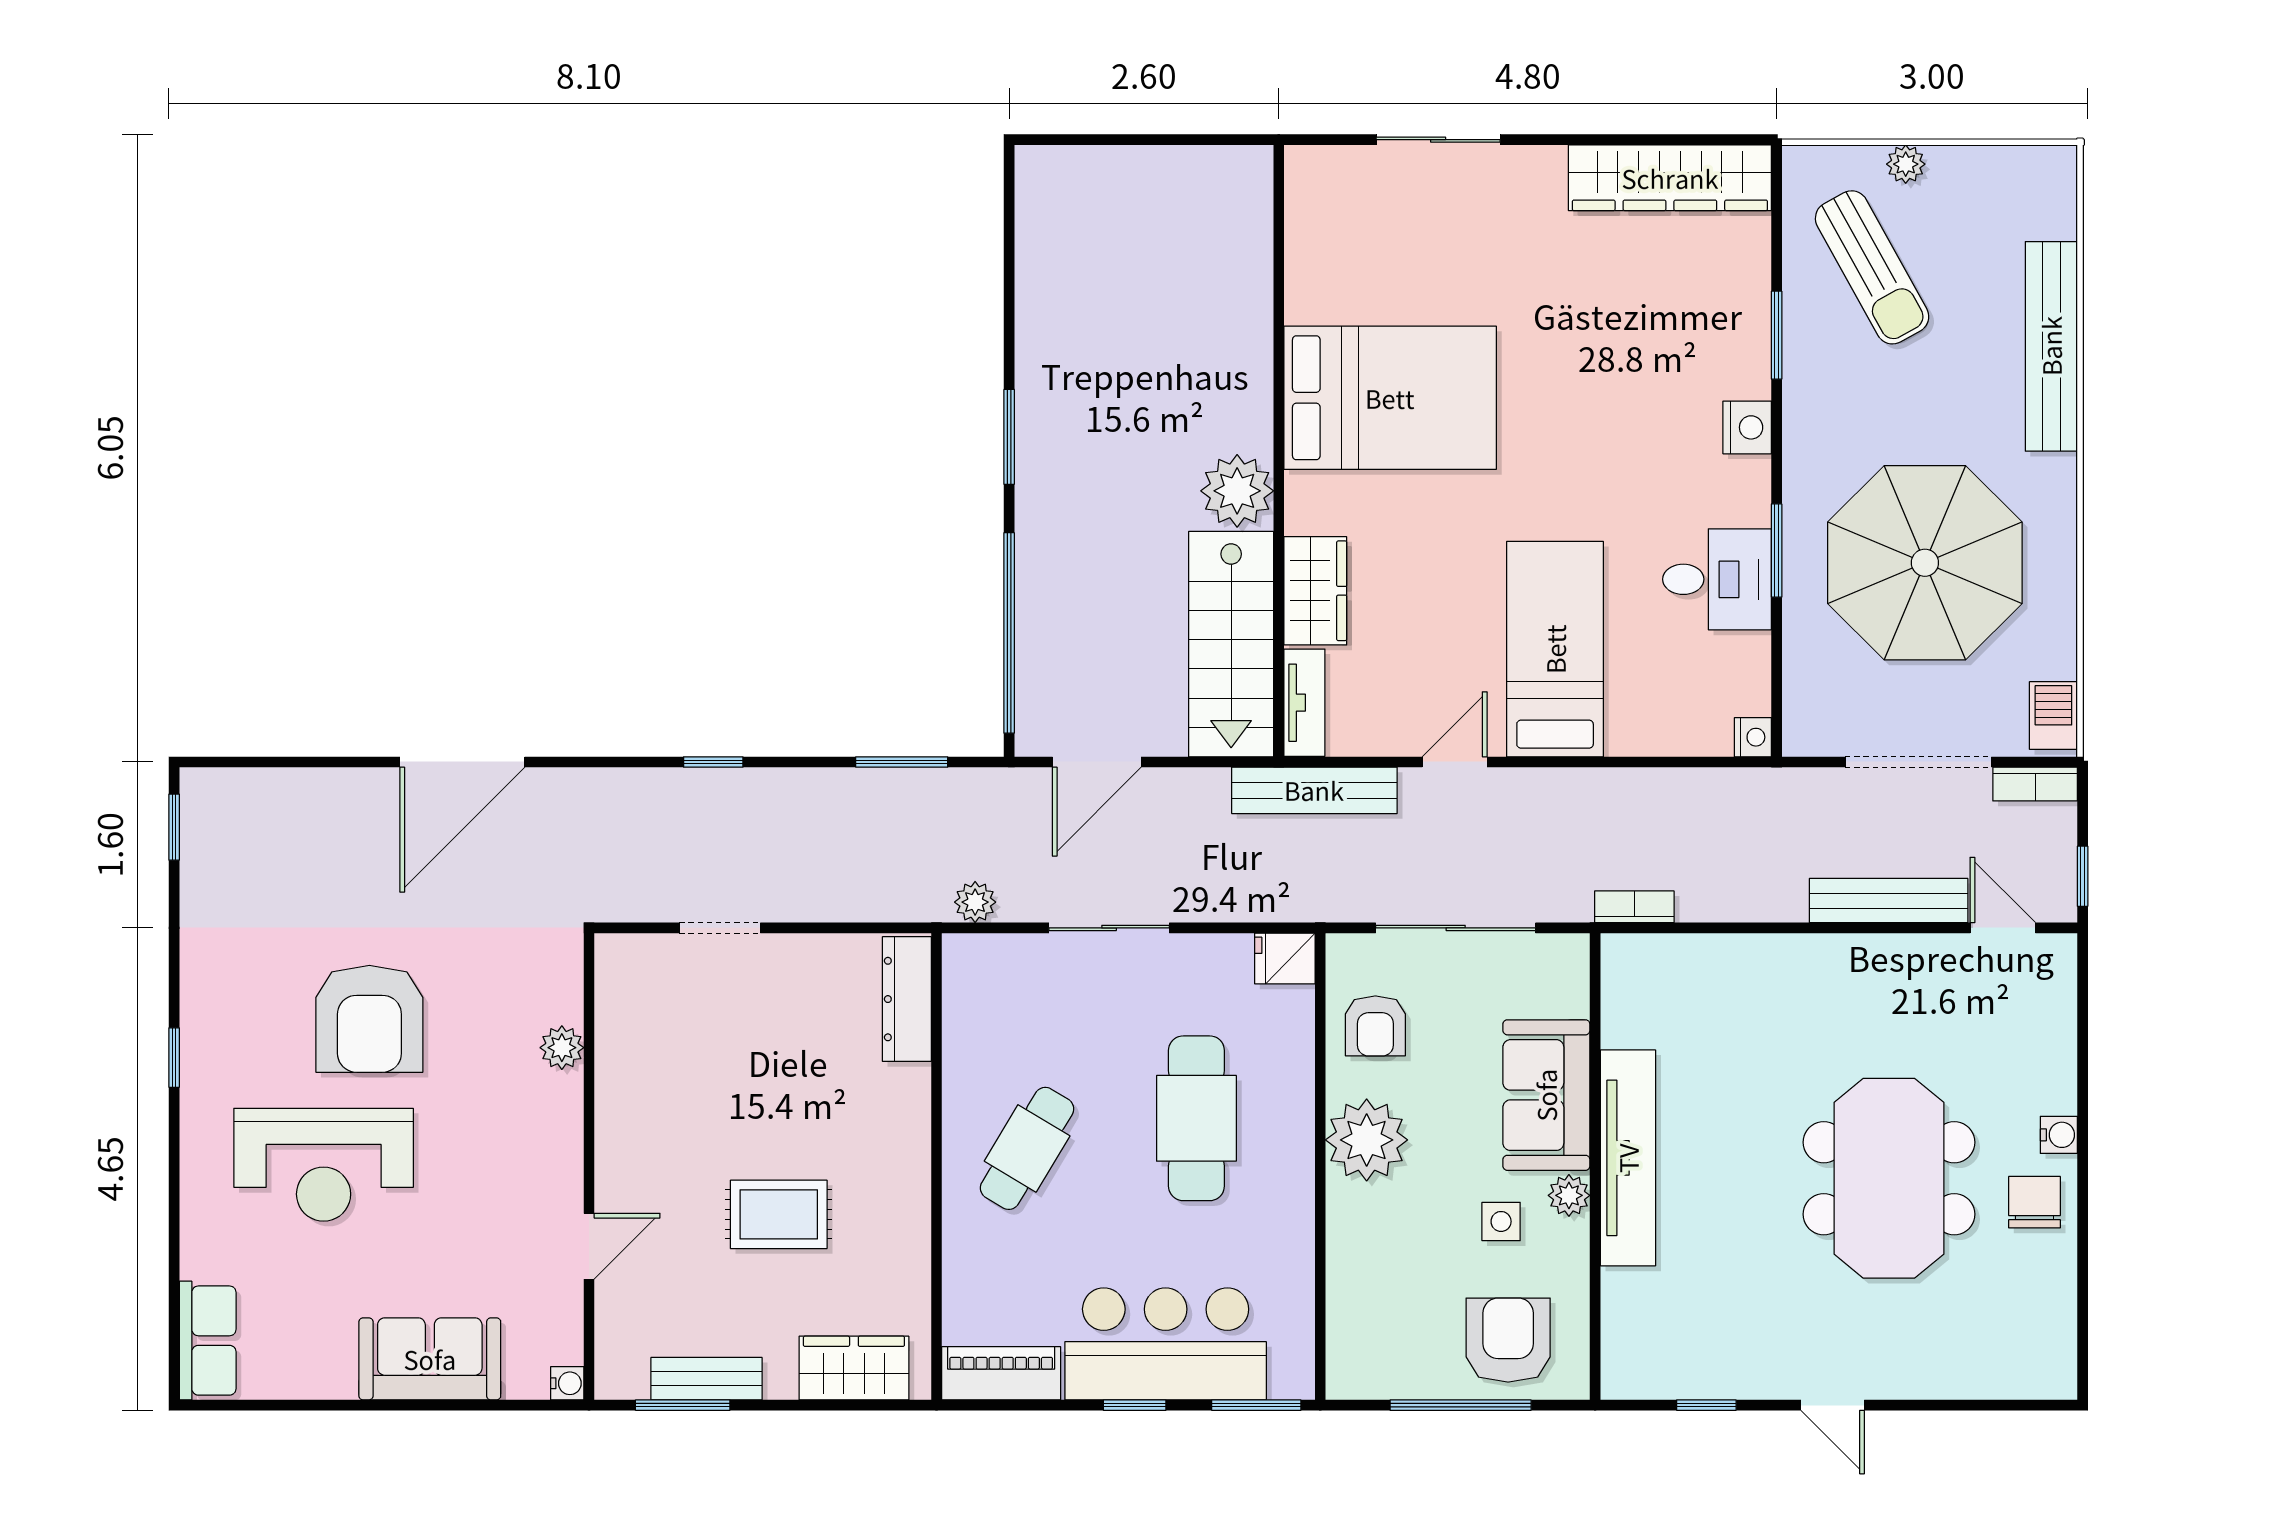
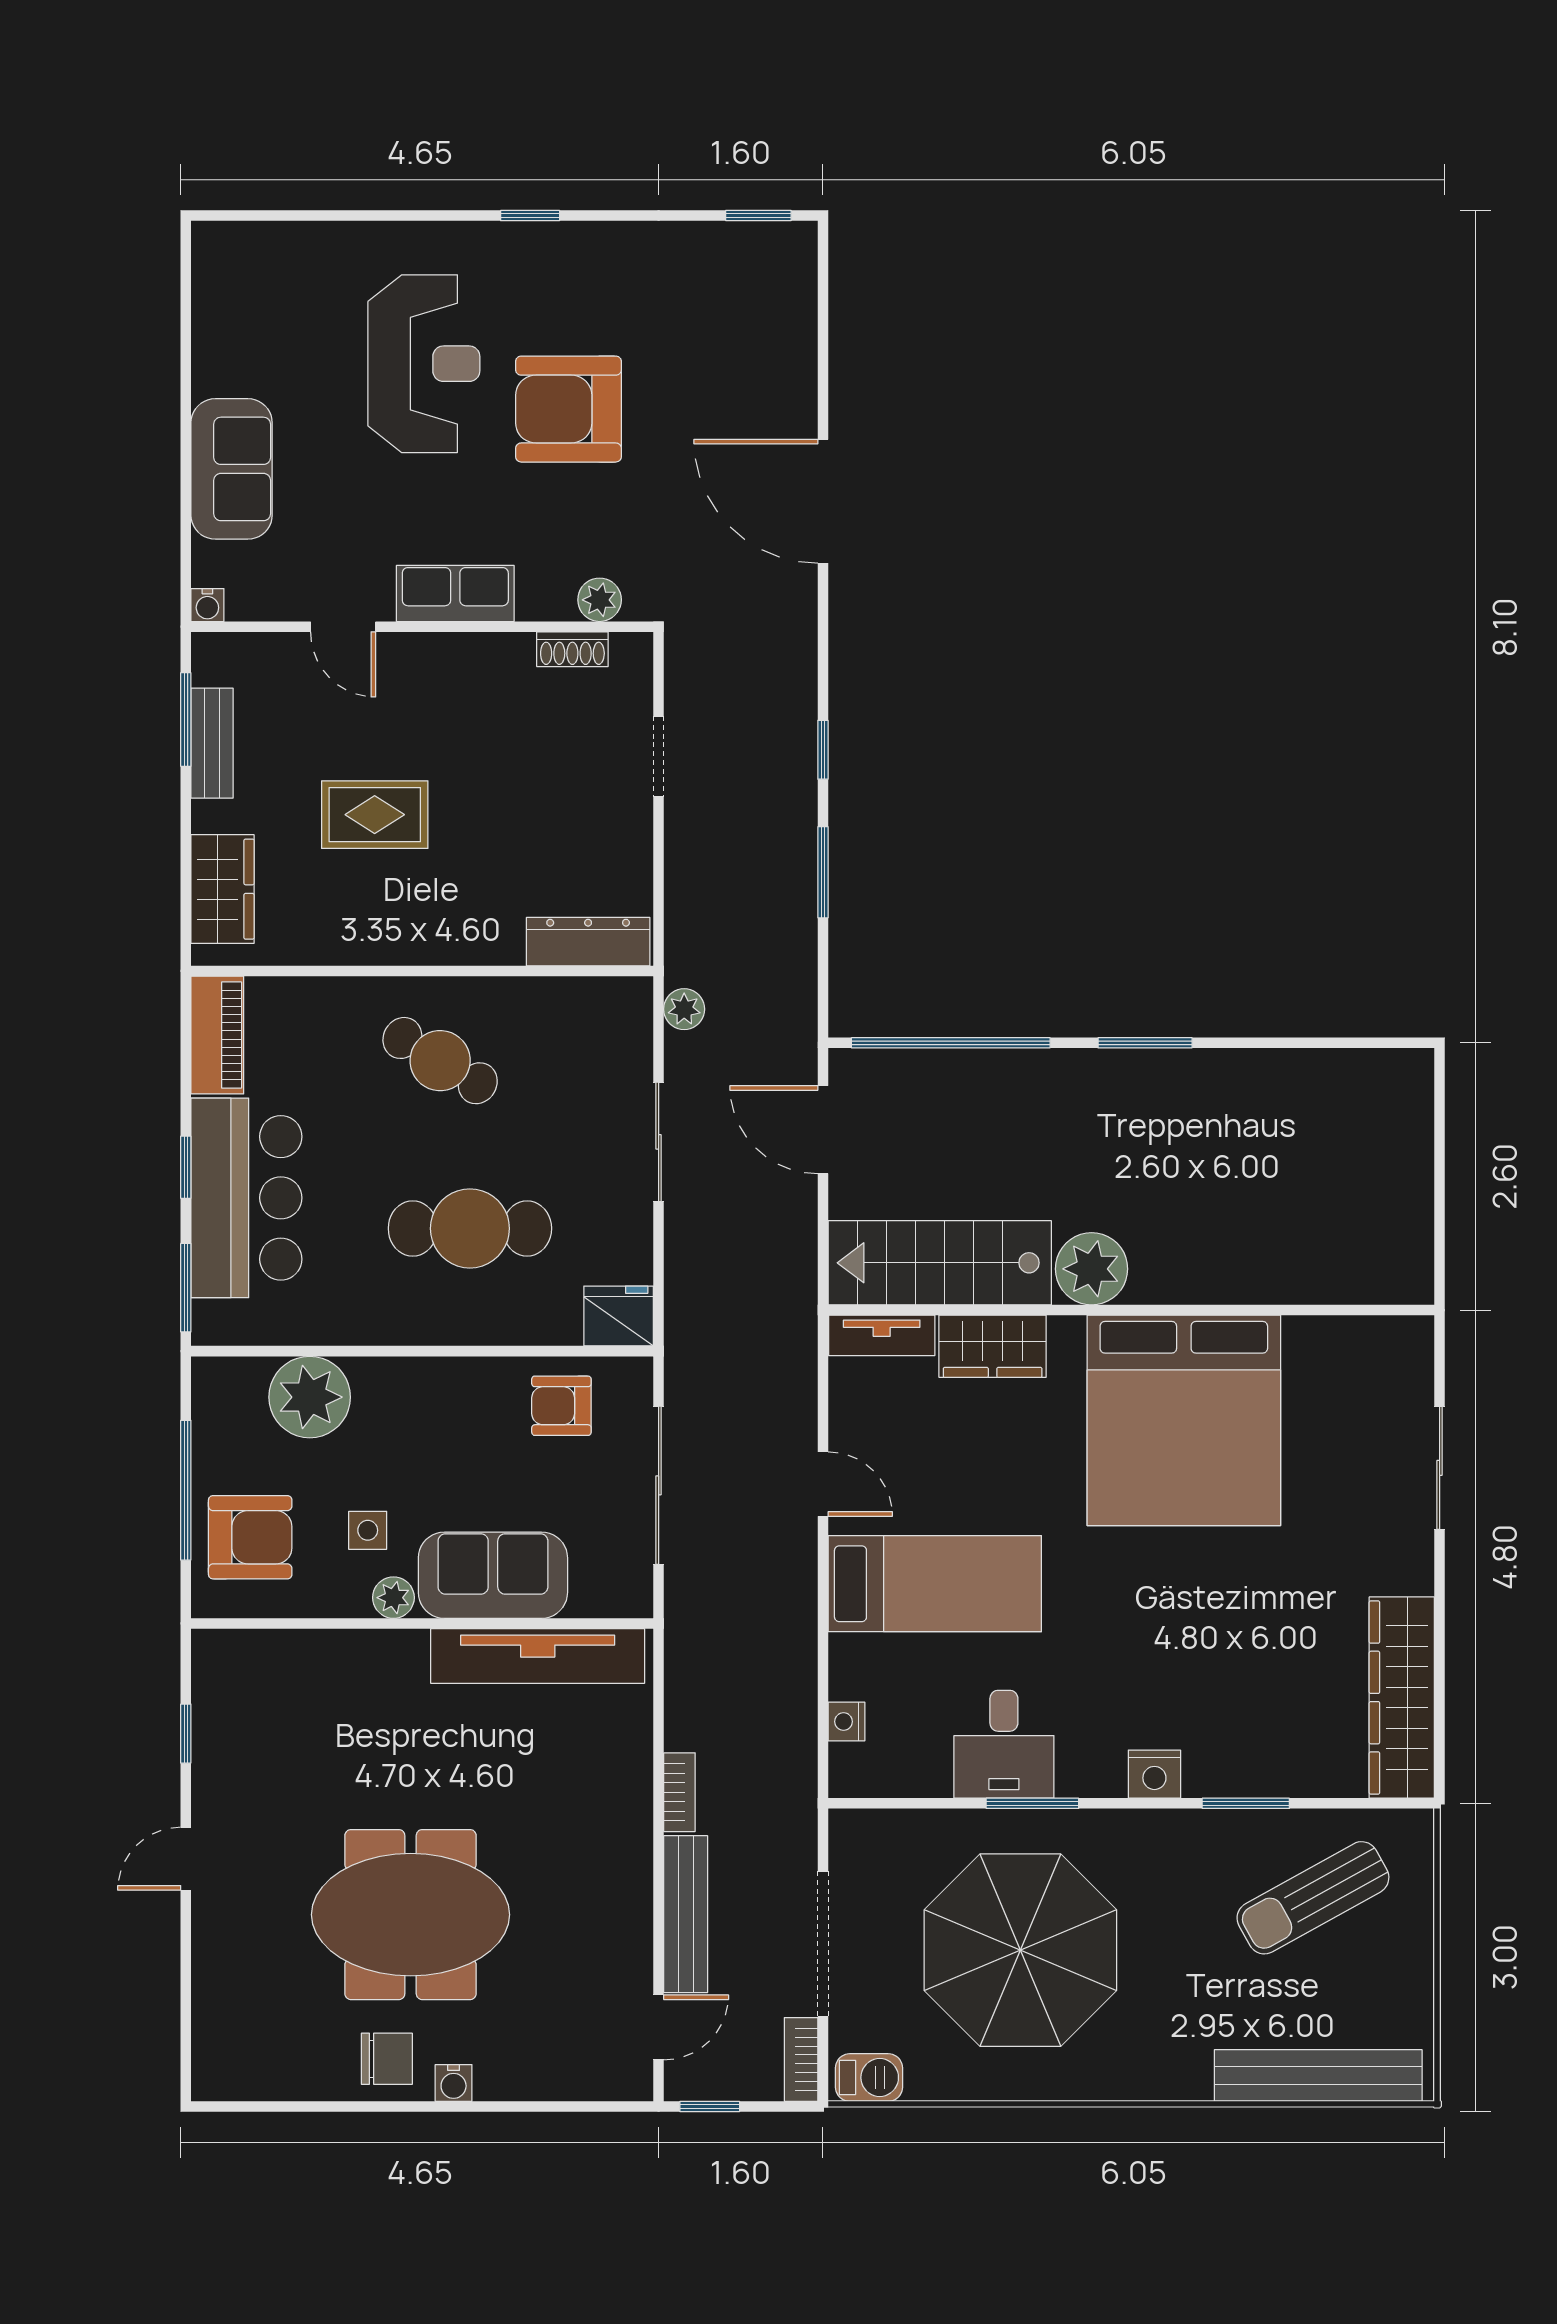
plant: (1906, 164) -> (1415, 1931), removed
bench: (2051, 346) -> (1318, 2075), moved
bed: (1390, 398) -> (1184, 1420), width x1.36
nightstand: (1753, 737) -> (846, 1722), moved, turned 90
window: (902, 762) -> (823, 872), moved
bench: (1314, 790) -> (795, 1345), removed
bookcase: (1634, 907) -> (679, 1792), moved
fridge: (1285, 958) -> (619, 1316), width x1.38
shoe rack: (612, 1015) -> (572, 649), added
plant: (562, 1048) -> (600, 600), moved
plant: (1367, 1140) -> (310, 1397), moved
tv unit: (1628, 1158) -> (538, 1656), moved
reception desk: (324, 1165) -> (424, 364), turned 180
rug: (779, 1214) -> (375, 815), turned 90
row of seats: (208, 1341) -> (455, 593), moved, turned 180

